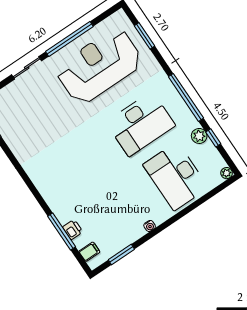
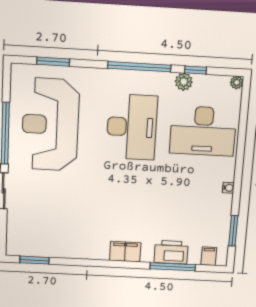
filing cabinet: (47, 188) -> (125, 252), added
printer: (73, 229) -> (171, 252), width x1.87, depth x1.48

